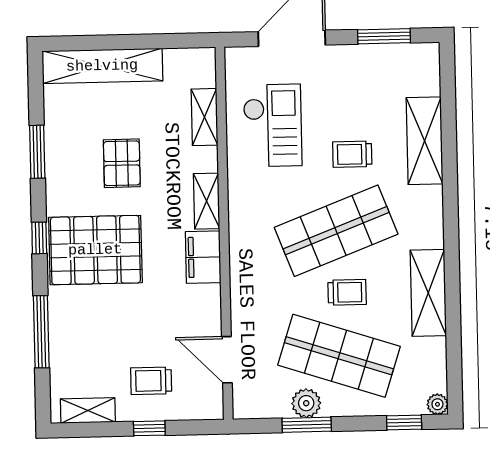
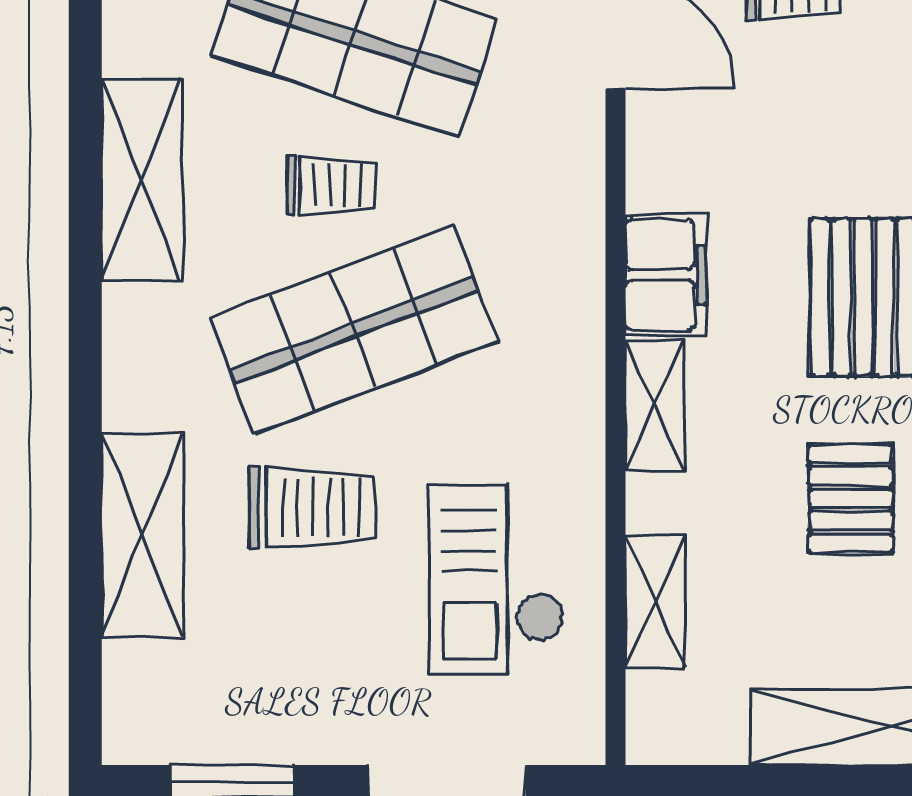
trolley: (352, 154) -> (312, 507), width x1.36, depth x1.39
trolley: (347, 292) -> (331, 185), turned 180

